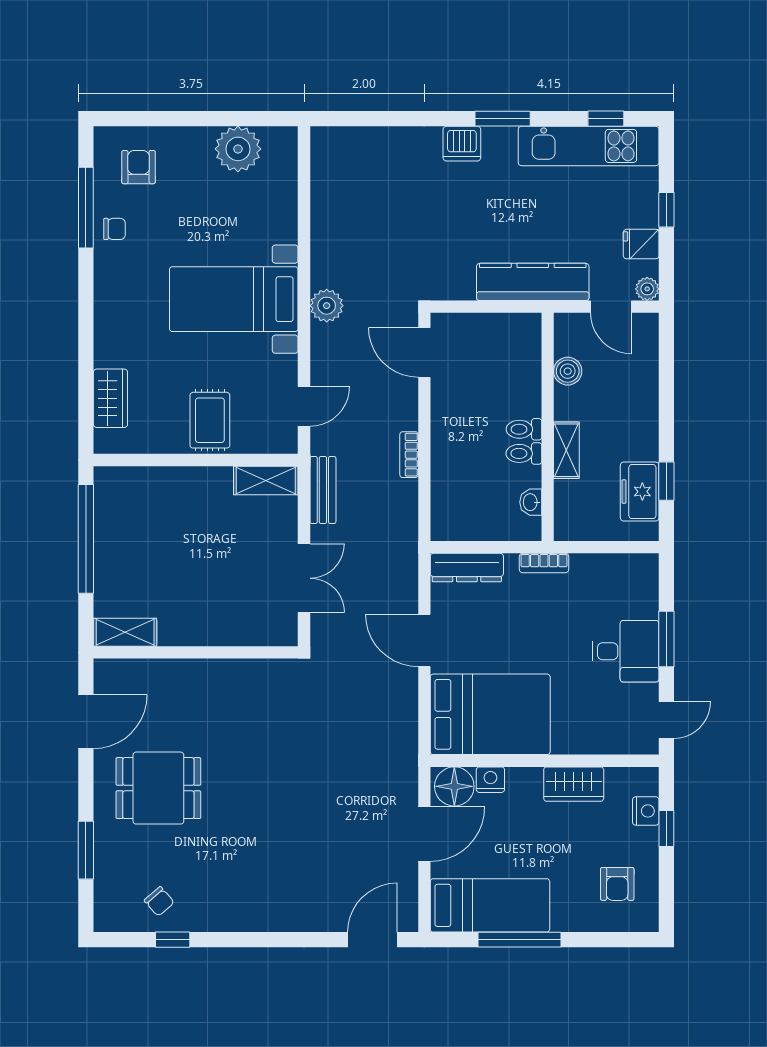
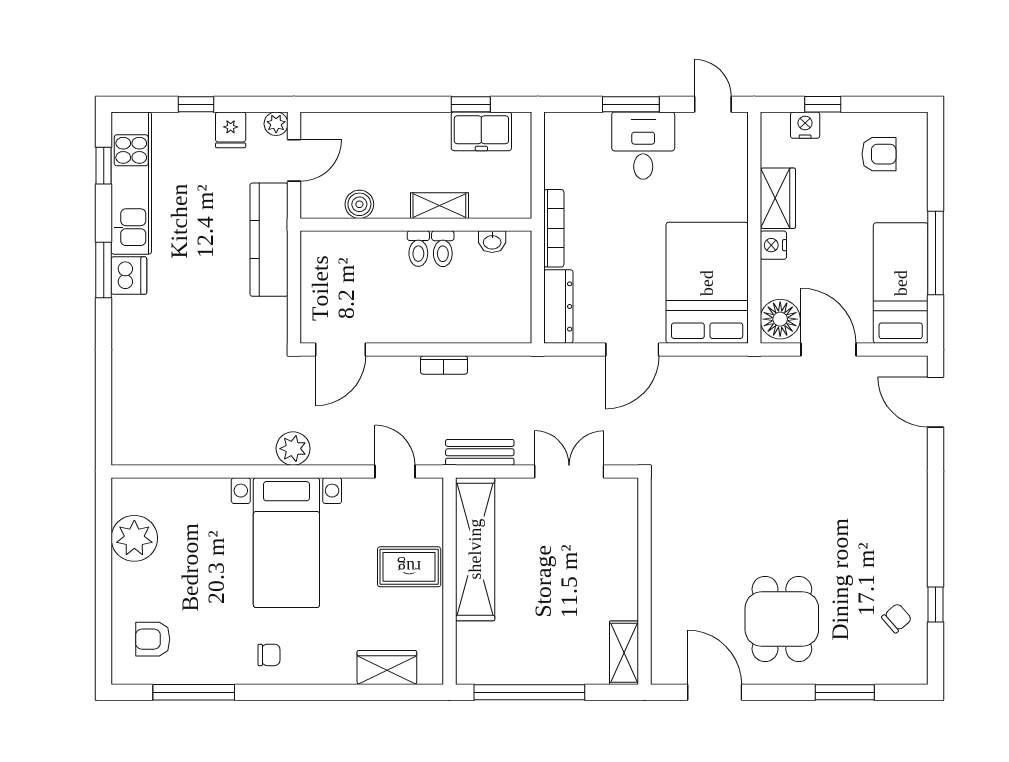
dishwasher: (462, 144) -> (129, 276), moved
chair: (115, 229) -> (269, 655), moved, turned 90
shelving: (266, 480) -> (475, 549), width x2.20, depth x1.33
bookcase: (544, 563) -> (554, 228), width x1.56
nightstand: (490, 780) -> (773, 245), moved

